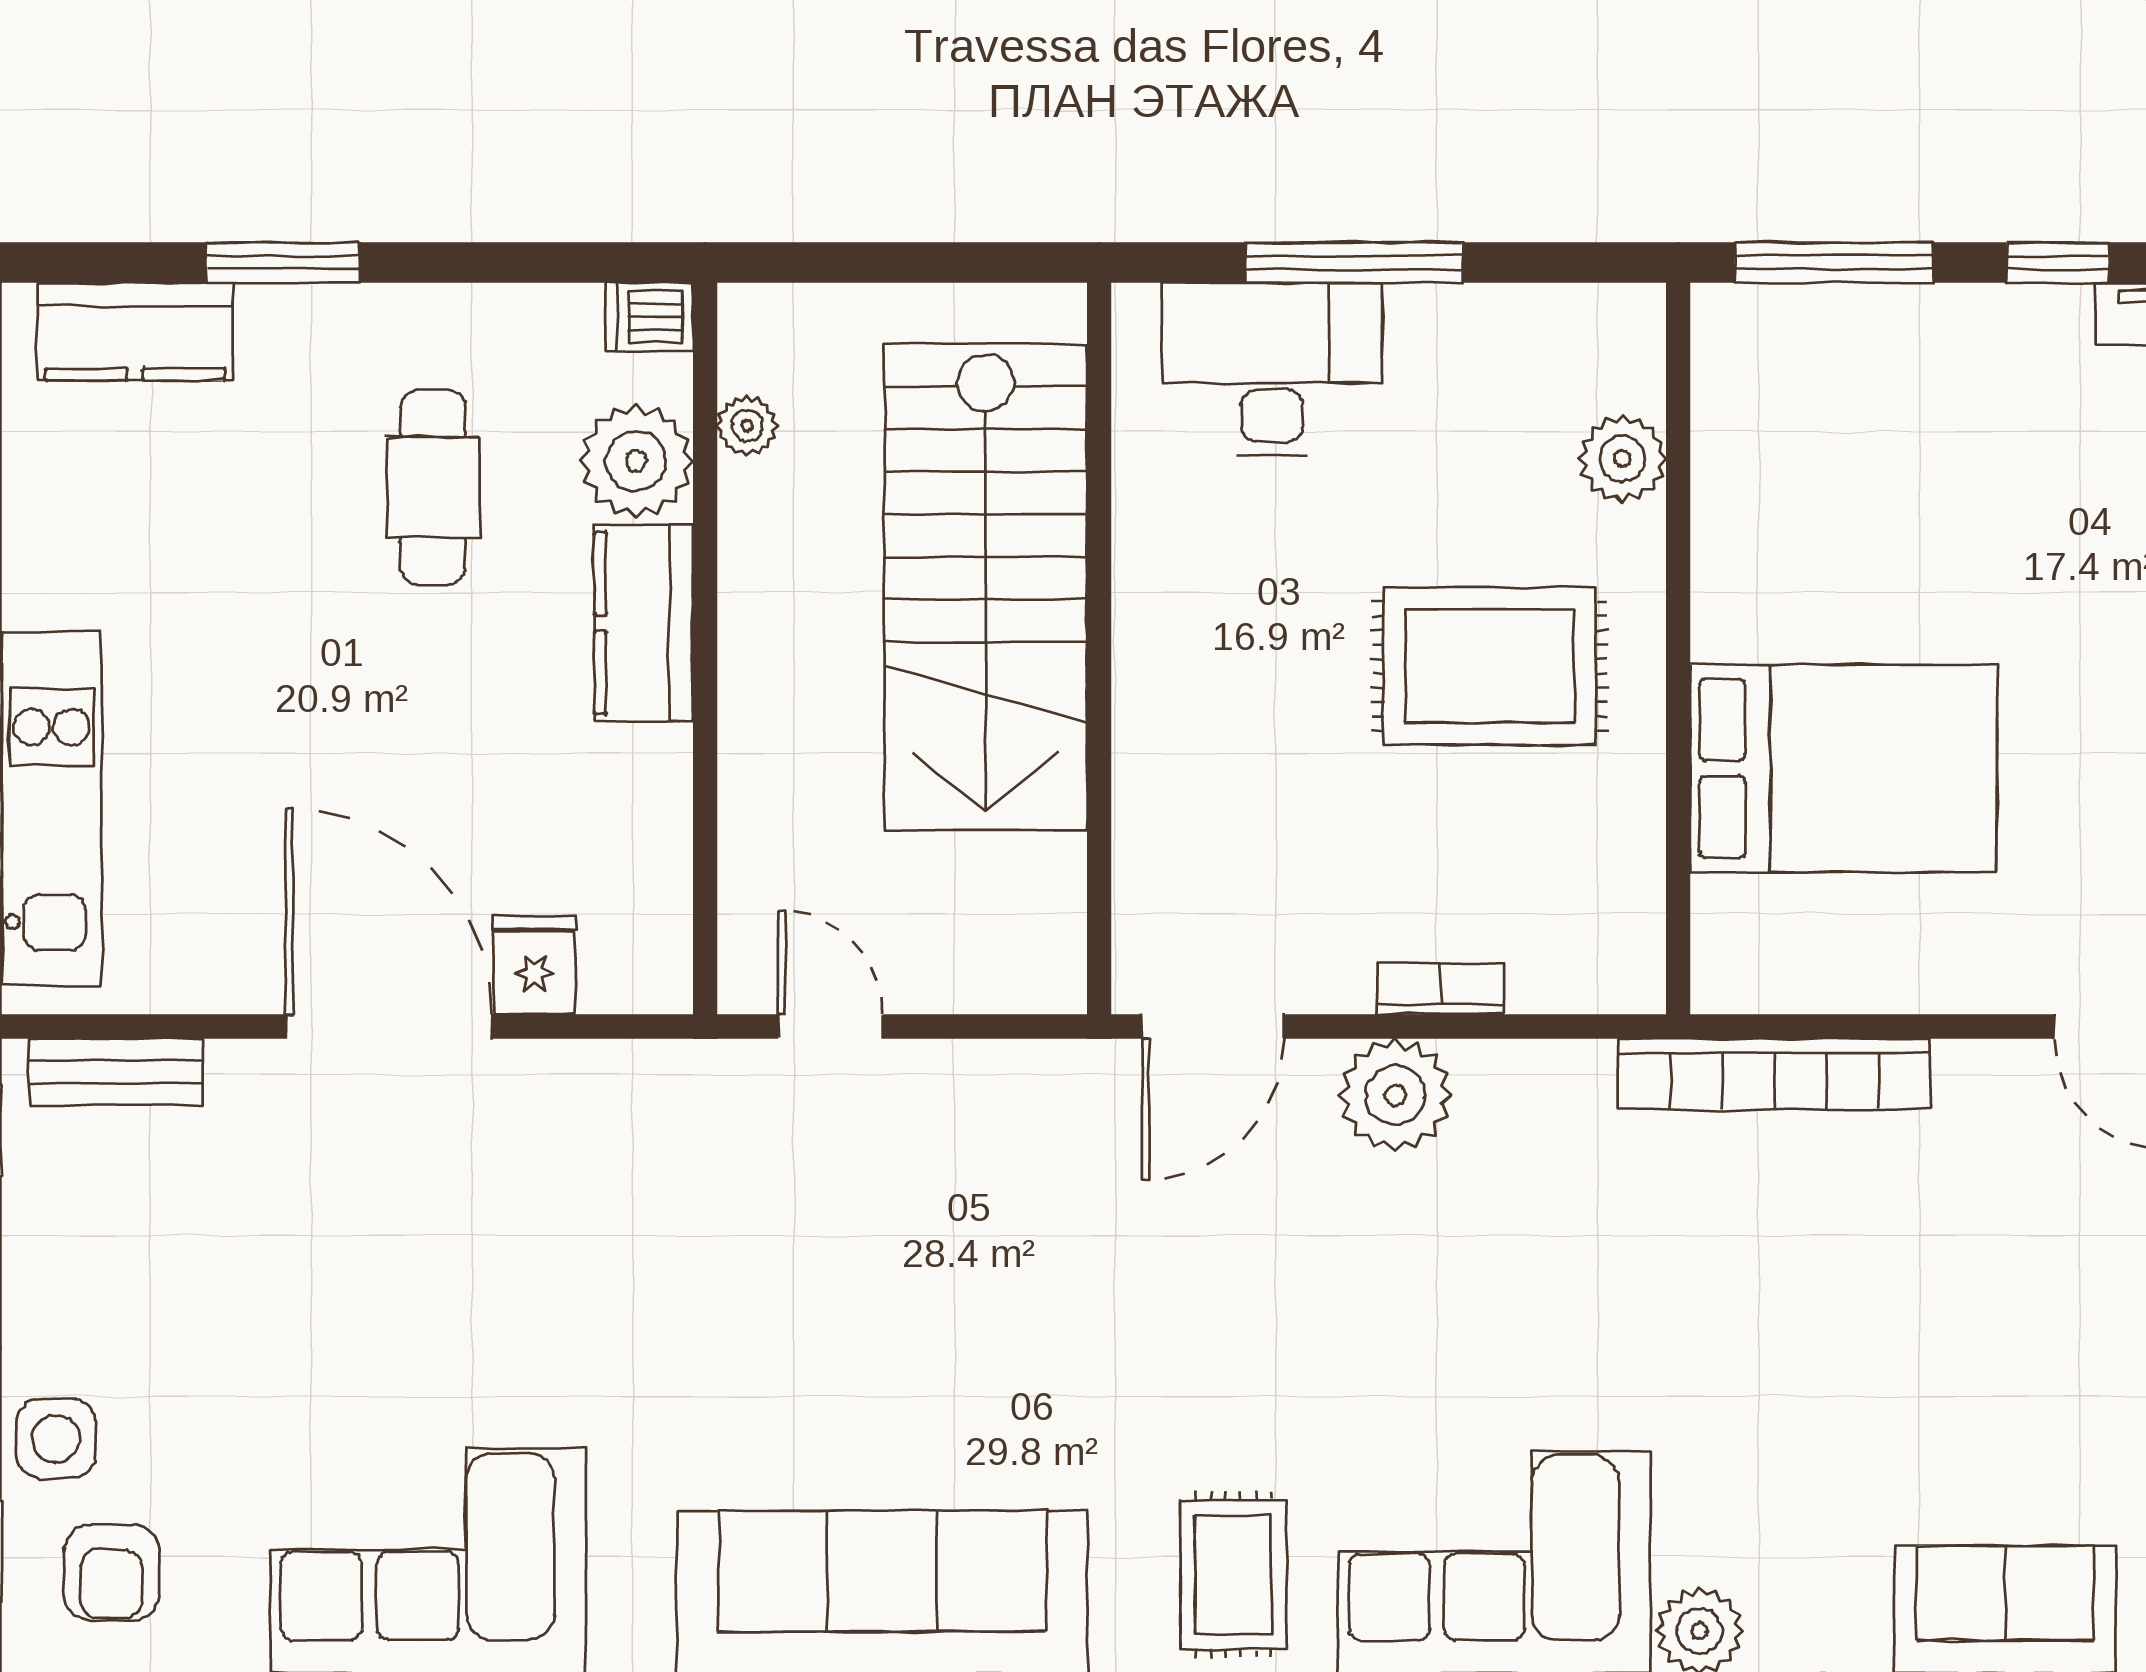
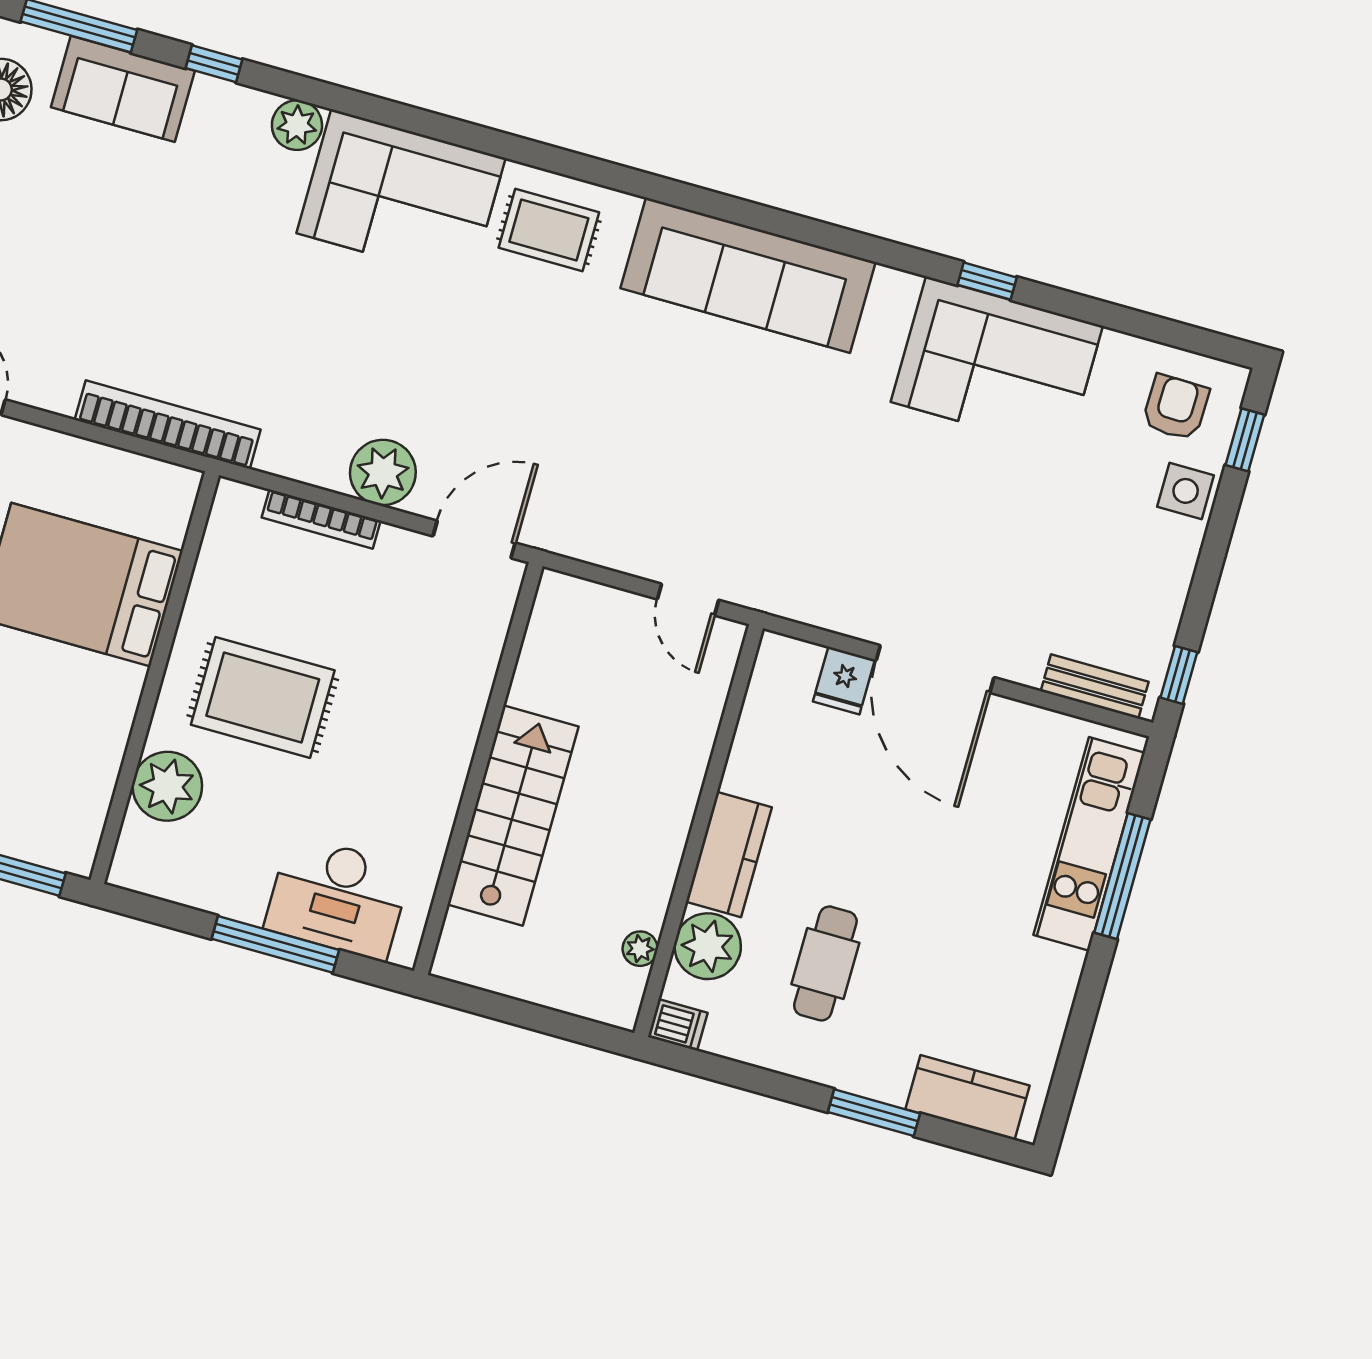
plant: (1622, 459) -> (167, 786), width x1.36, depth x1.36
stairs: (986, 587) -> (513, 815), width x0.73, depth x0.66
bookcase: (1440, 989) -> (321, 519), width x1.56
rug: (1233, 1574) -> (549, 230), turned 90

